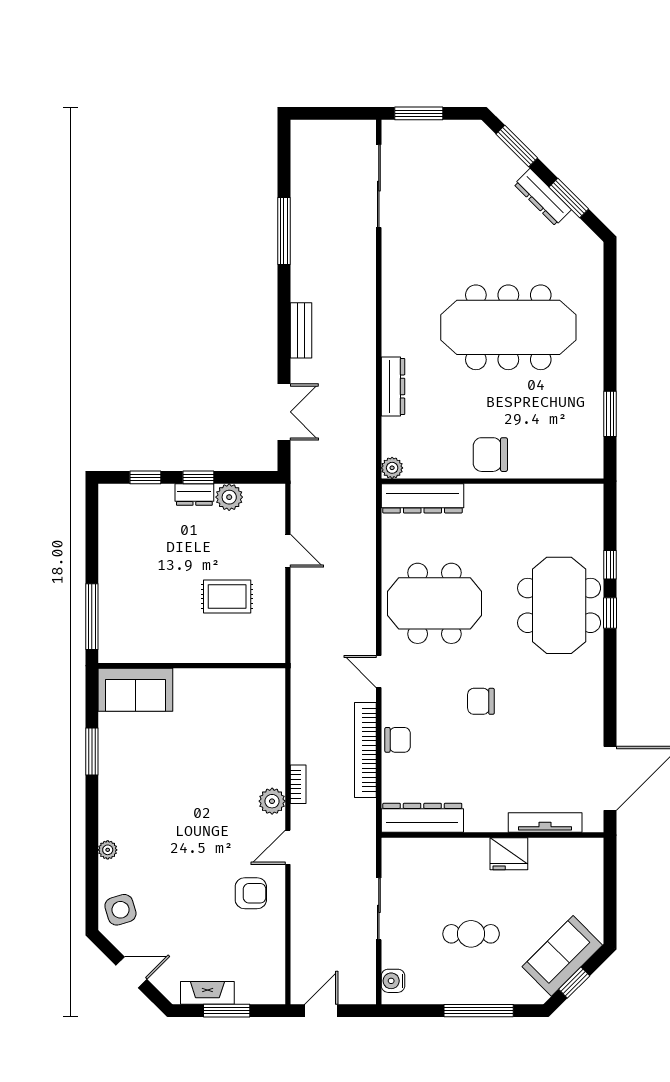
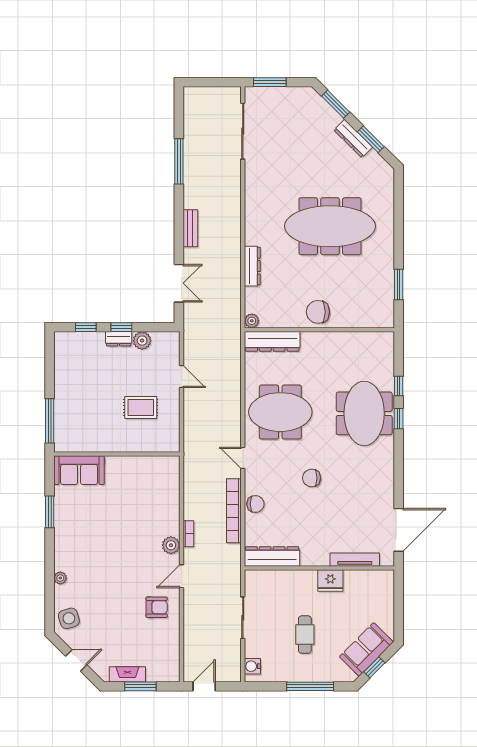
cafe table: (471, 934) -> (305, 635), turned 90

